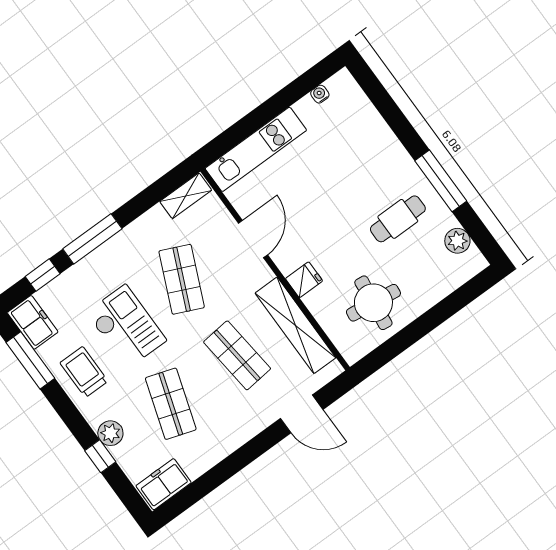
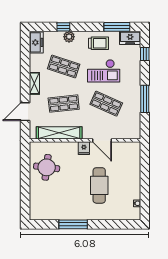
kitchen unit: (256, 149) -> (134, 165), removed
shelving: (186, 196) -> (34, 83), moved
cafe table: (398, 219) -> (99, 185), moved, width x1.37, depth x1.35
window: (92, 239) -> (145, 99), moved
plant: (457, 241) -> (47, 214), removed
fridge: (304, 280) -> (84, 148), moved

